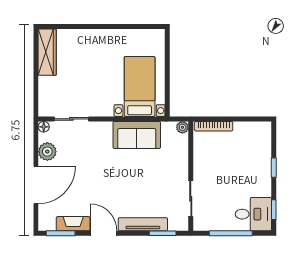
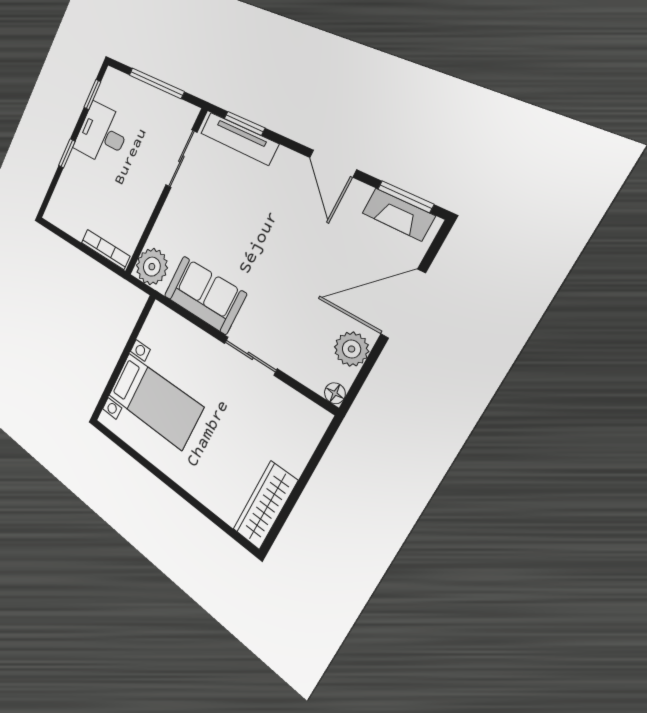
bed with nightstands: (140, 86) -> (155, 401), moved, turned -90
sliding door: (71, 119) -> (250, 356), moved
plant: (182, 127) -> (152, 267), width x1.88, depth x1.88
desk: (253, 214) -> (102, 134), moved
fireplace: (73, 224) -> (398, 214), moved
tv unit: (143, 224) -> (239, 138), moved

